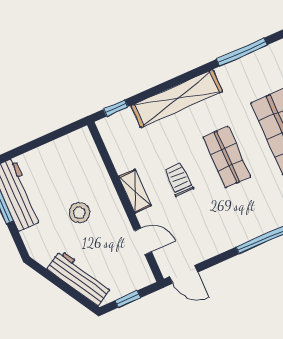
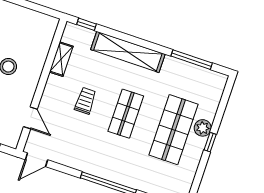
shelving: (135, 191) -> (61, 59), moved
door: (184, 274) -> (36, 160), hinge flipped

